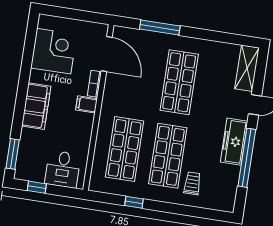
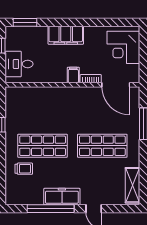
corner desk: (54, 51) -> (123, 47), moved, turned 90
door: (107, 54) -> (116, 85), hinge flipped
shelving: (247, 68) -> (132, 185), moved, turned 90
shop shelf: (125, 149) -> (43, 111), removed

